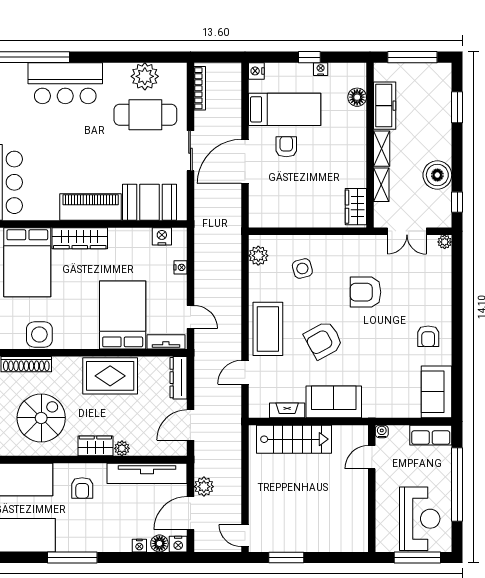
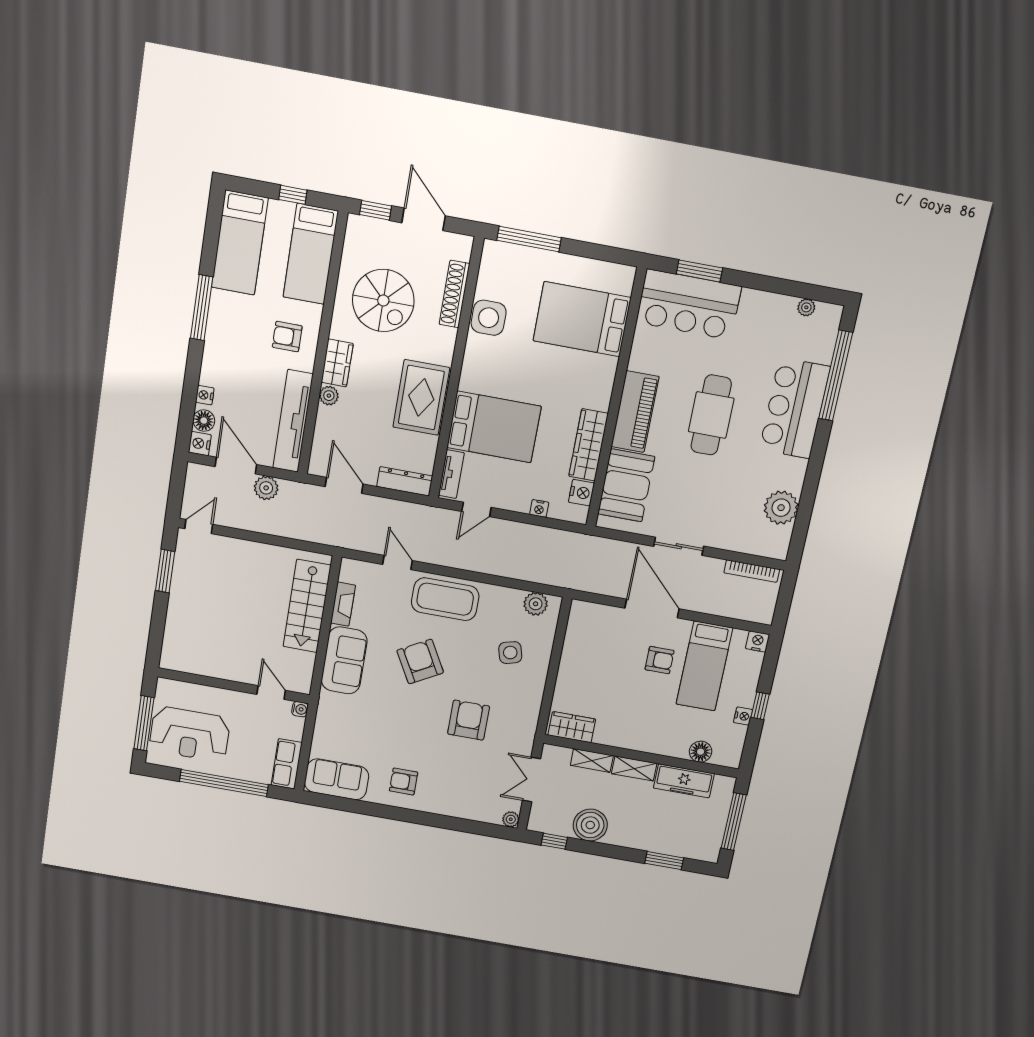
cafe table: (145, 115) -> (711, 415), moved
wardrobe: (80, 238) -> (588, 445), moved

